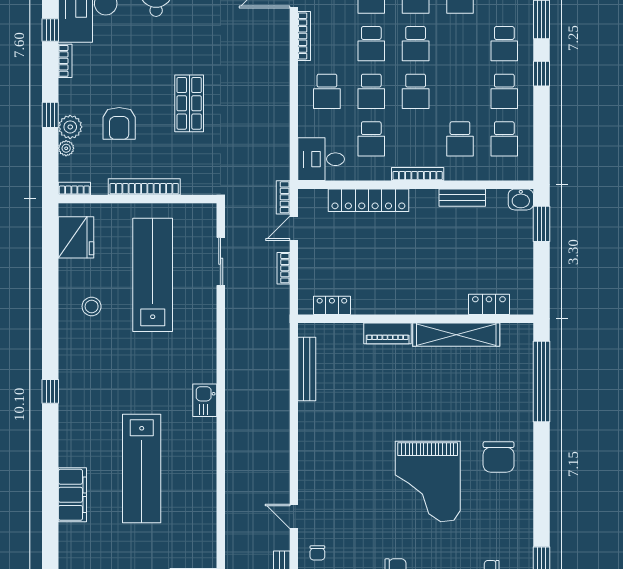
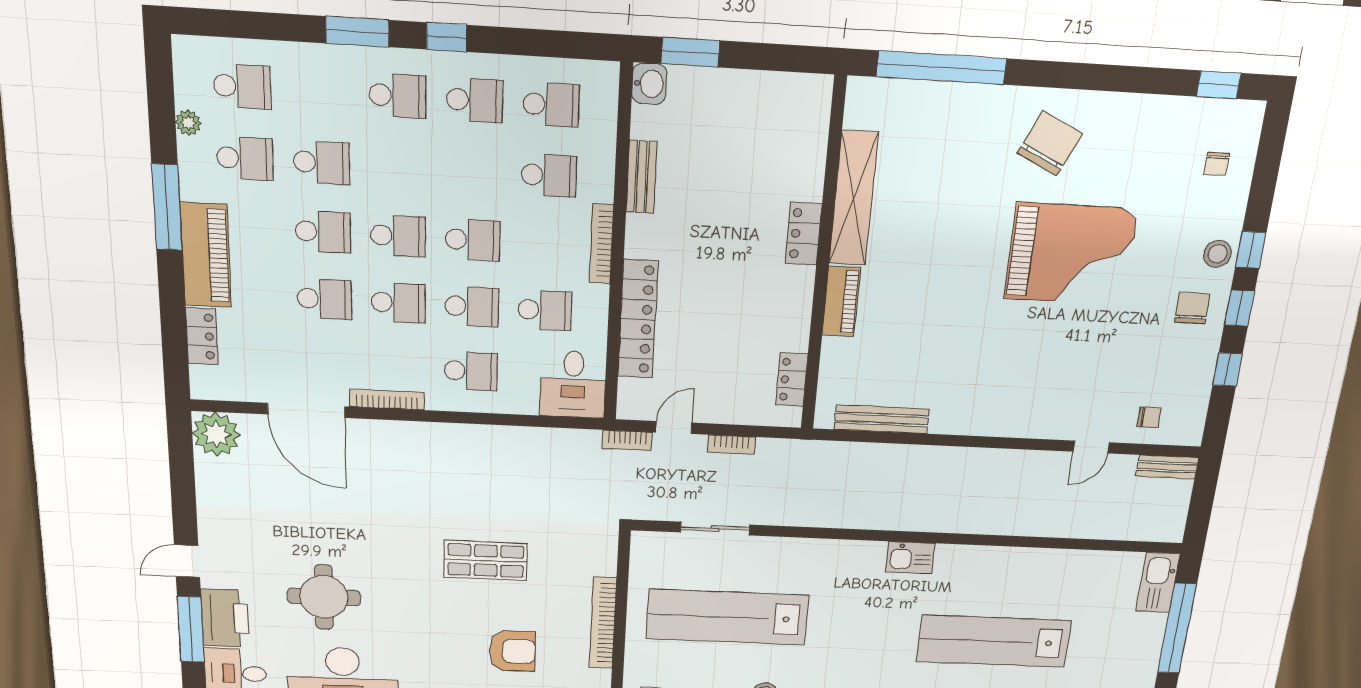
door: (294, 228) -> (674, 428), swing flipped
locker: (489, 304) -> (804, 234), moved
chair: (499, 457) -> (1050, 143), turned -65
lab bench: (142, 469) -> (994, 641), turned 180

